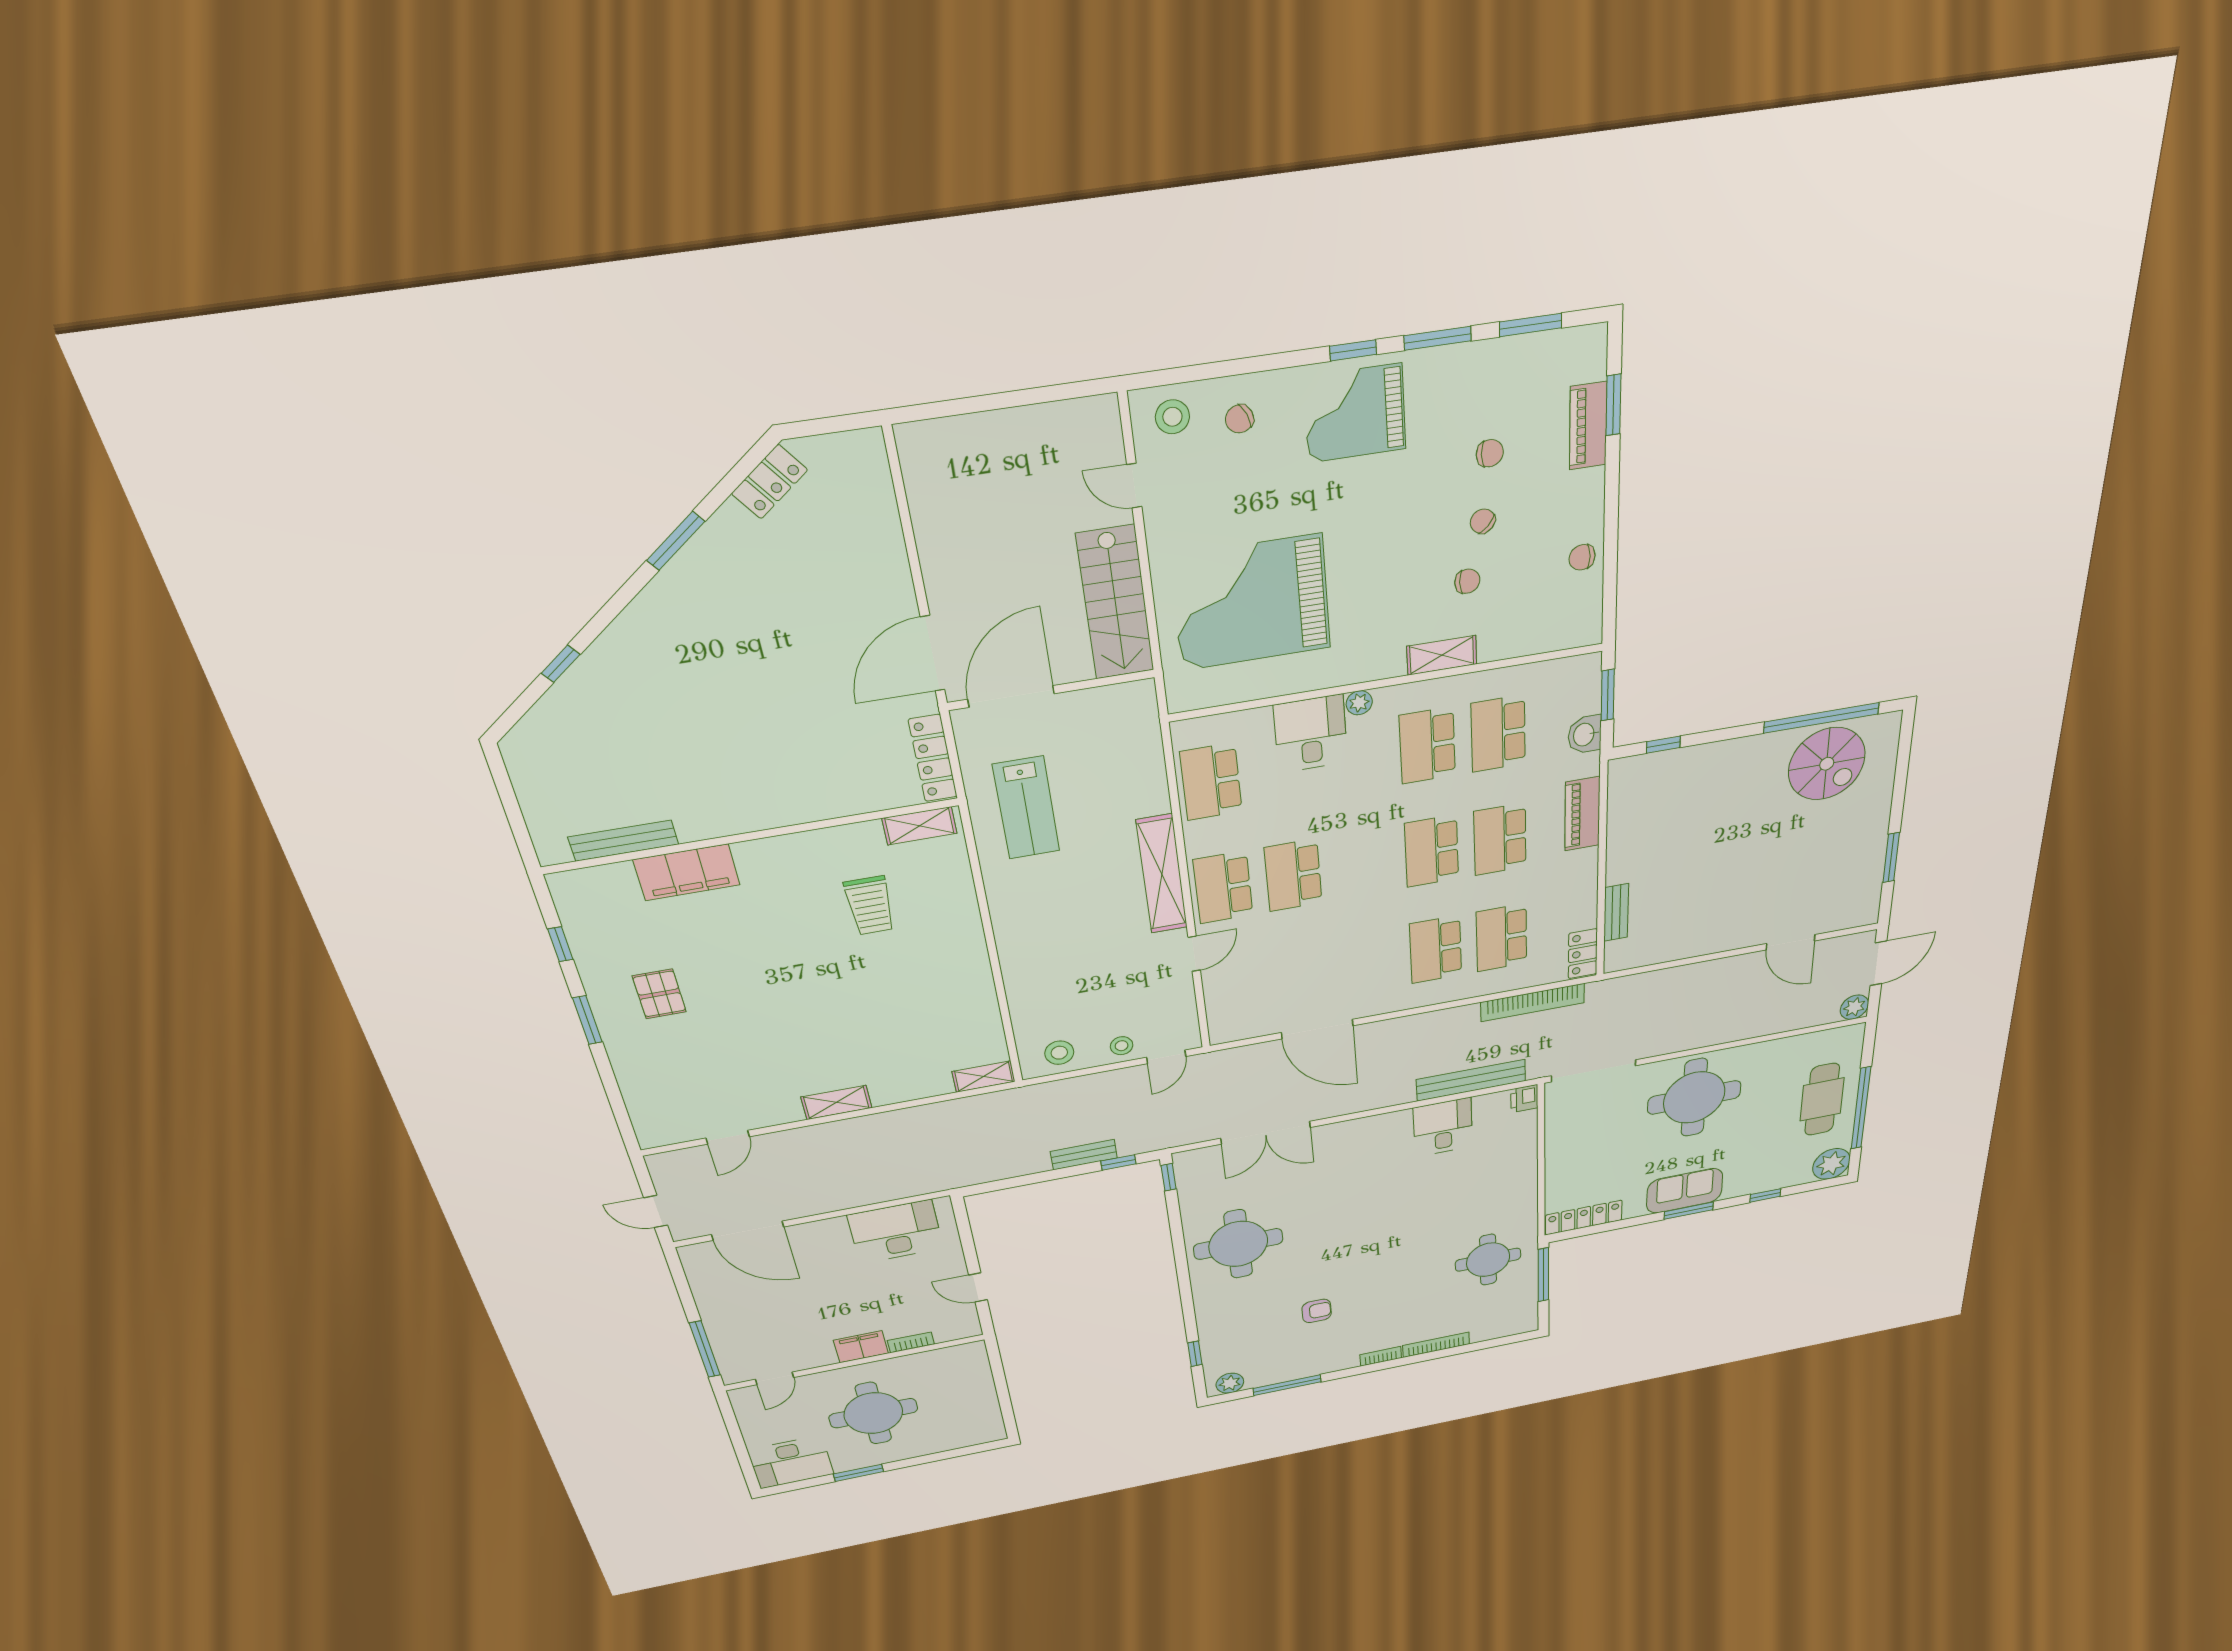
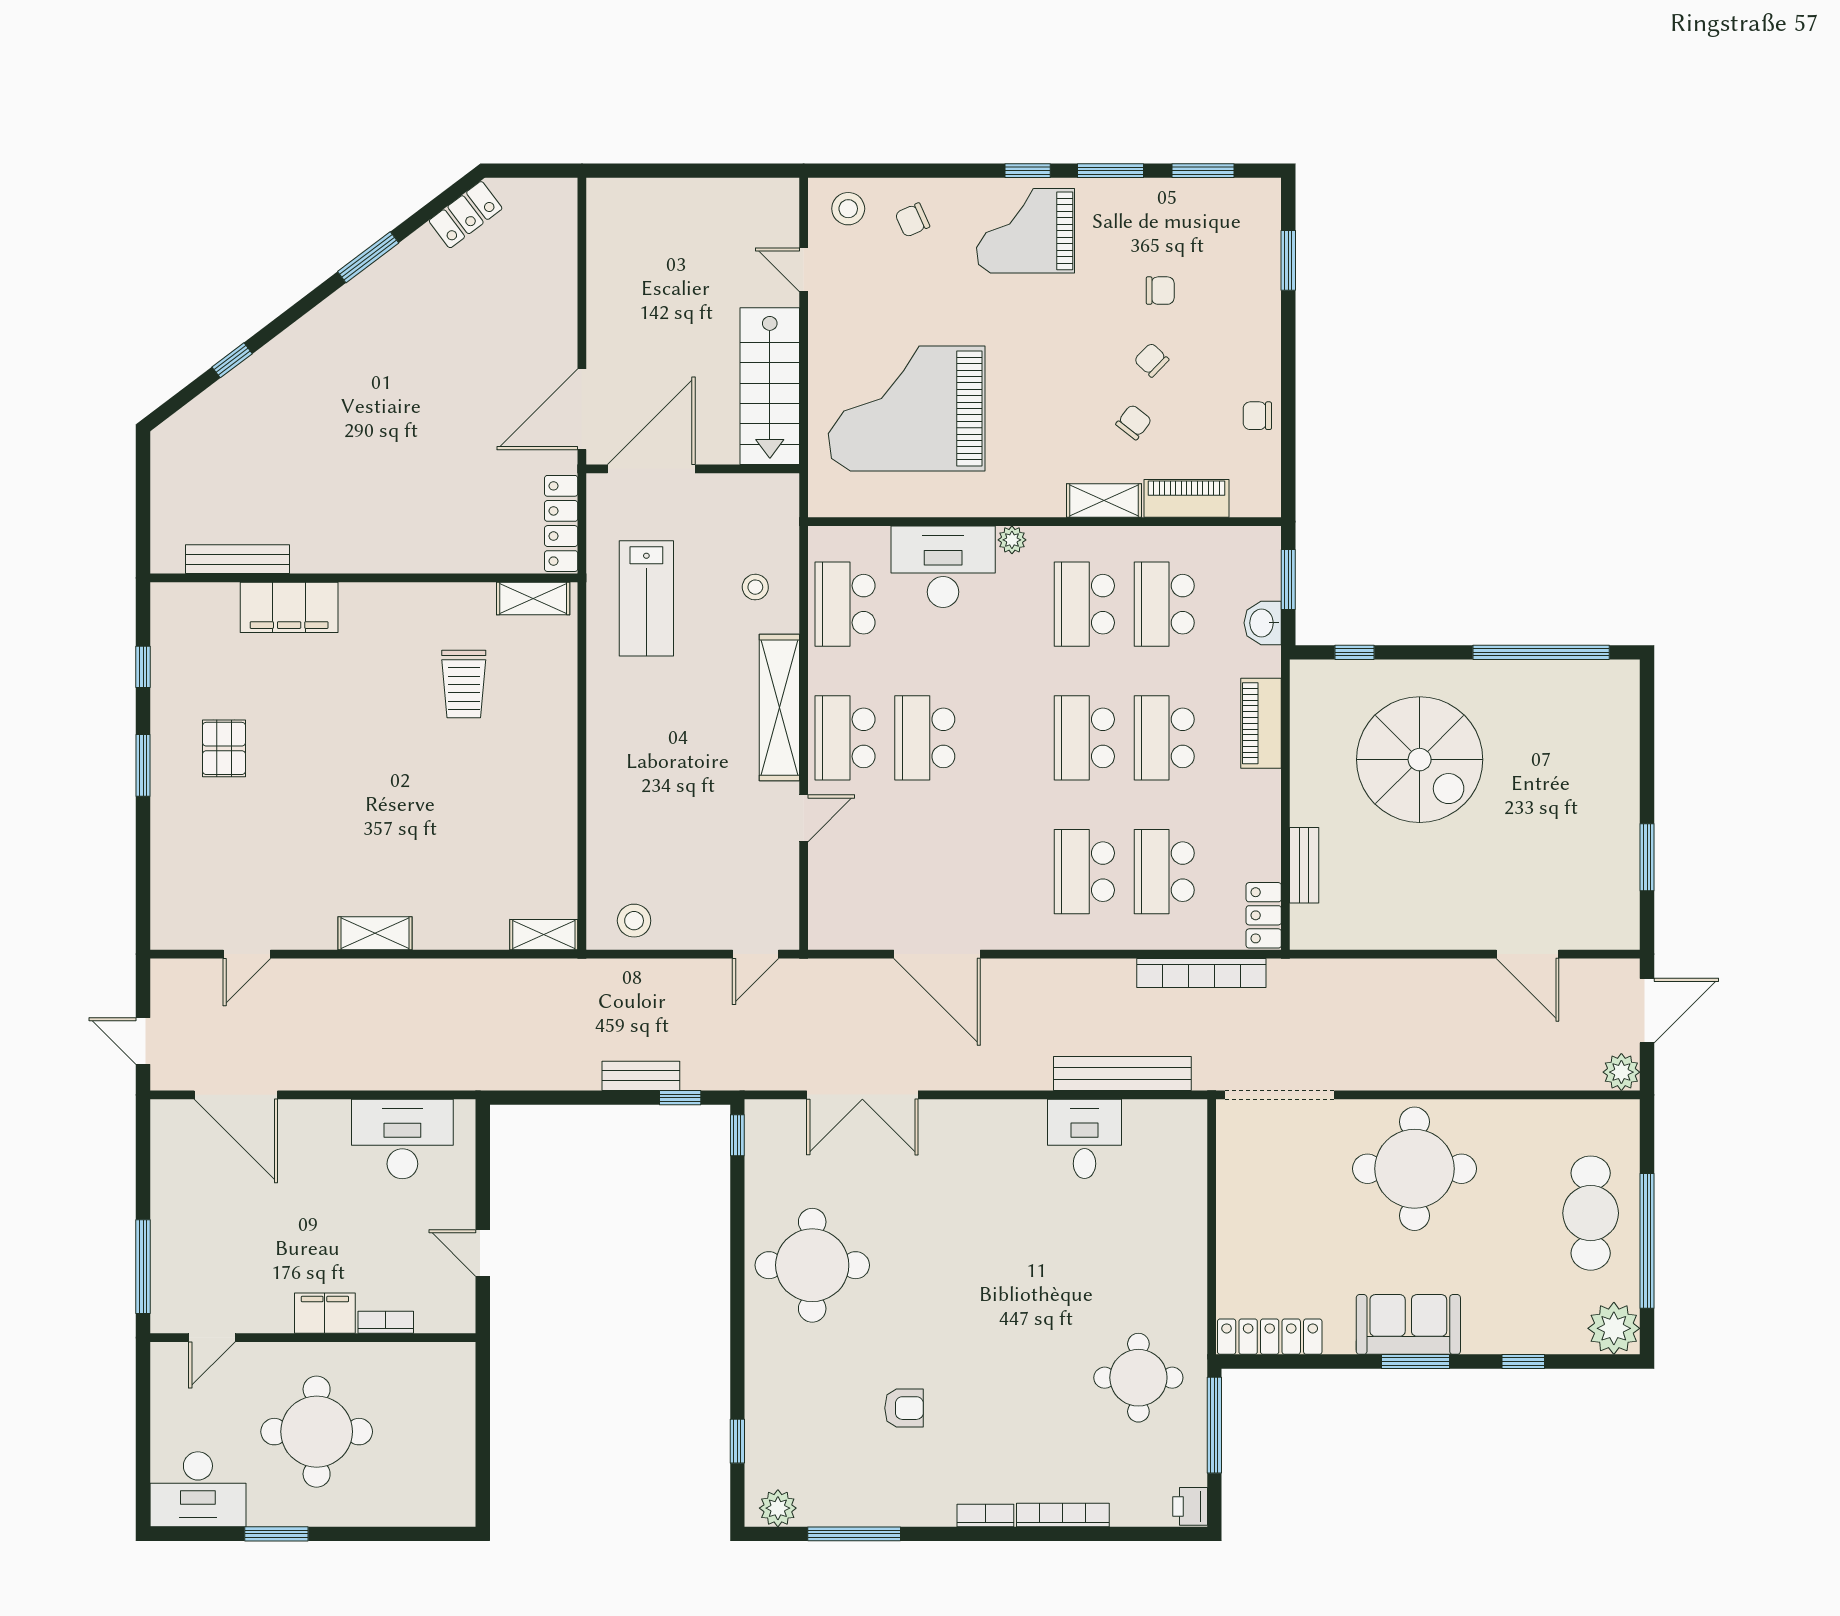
piano: (1588, 426) -> (1186, 498), moved, turned 90
chair: (1467, 581) -> (1134, 422), turned -52
desk: (1311, 734) -> (943, 567), width x1.37
spiral stairs: (1827, 764) -> (1420, 760), moved, width x1.37, depth x1.37
stool: (1122, 1046) -> (755, 587), moved
printer: (1524, 1099) -> (1190, 1506), moved

